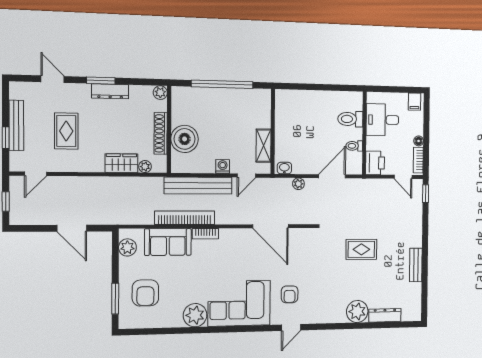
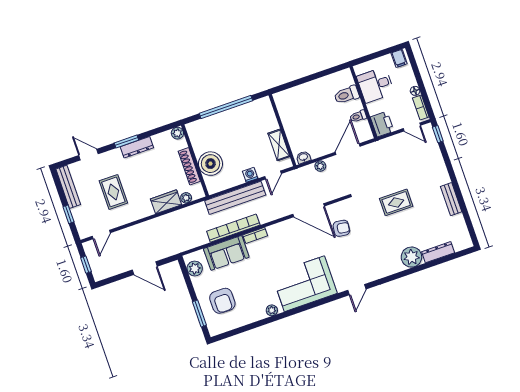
bench: (16, 125) -> (68, 187), moved
armchair: (290, 294) -> (341, 228), moved, turned -83
plant: (195, 315) -> (272, 310), width x0.53, depth x0.53

